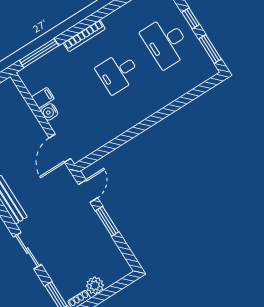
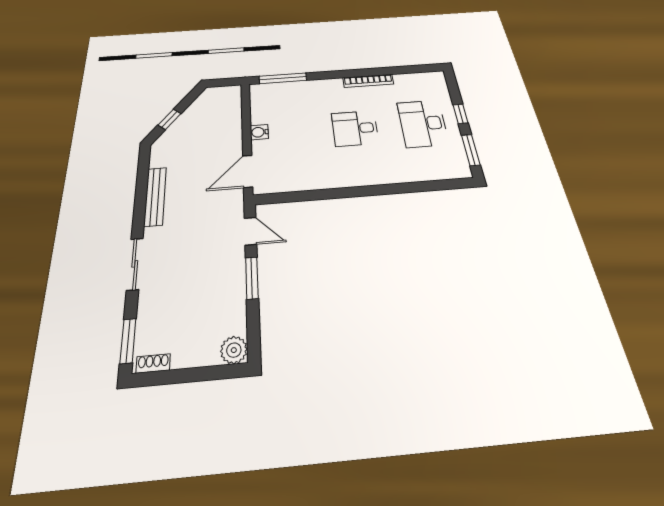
bookcase: (84, 36) -> (368, 81), moved
filing cabinet: (43, 98) -> (261, 117), removed
door: (88, 191) -> (250, 231), hinge flipped
plant: (95, 286) -> (234, 350), moved

